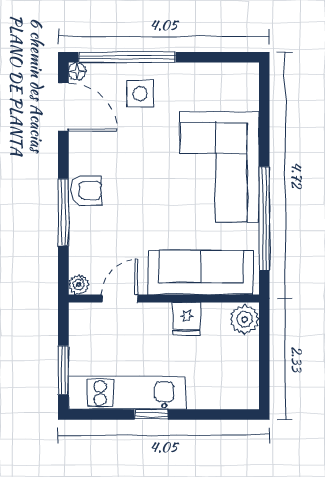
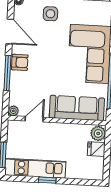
door: (63, 107) -> (10, 31), moved
fridge: (187, 319) -> (96, 149), moved, turned 90

